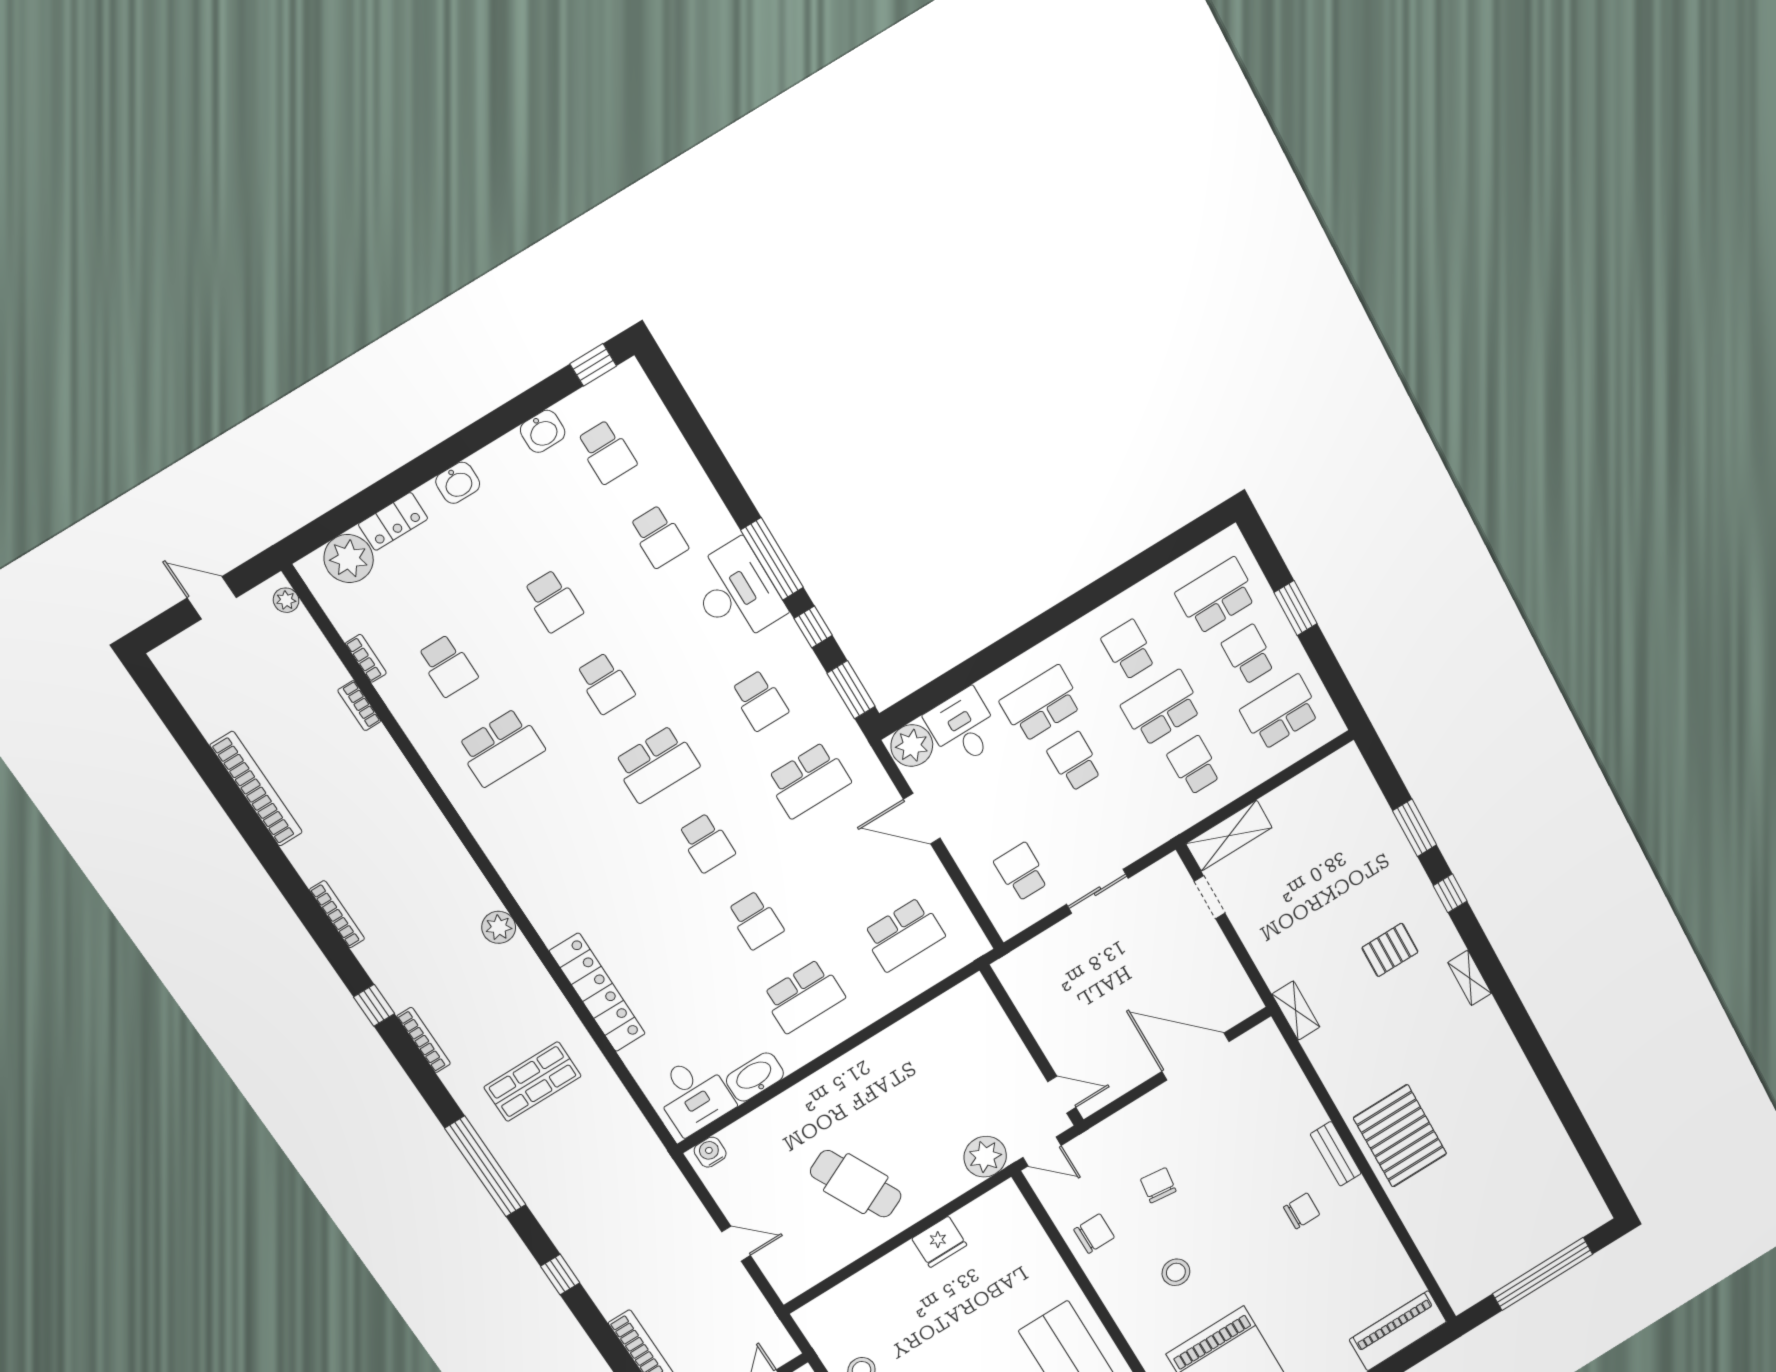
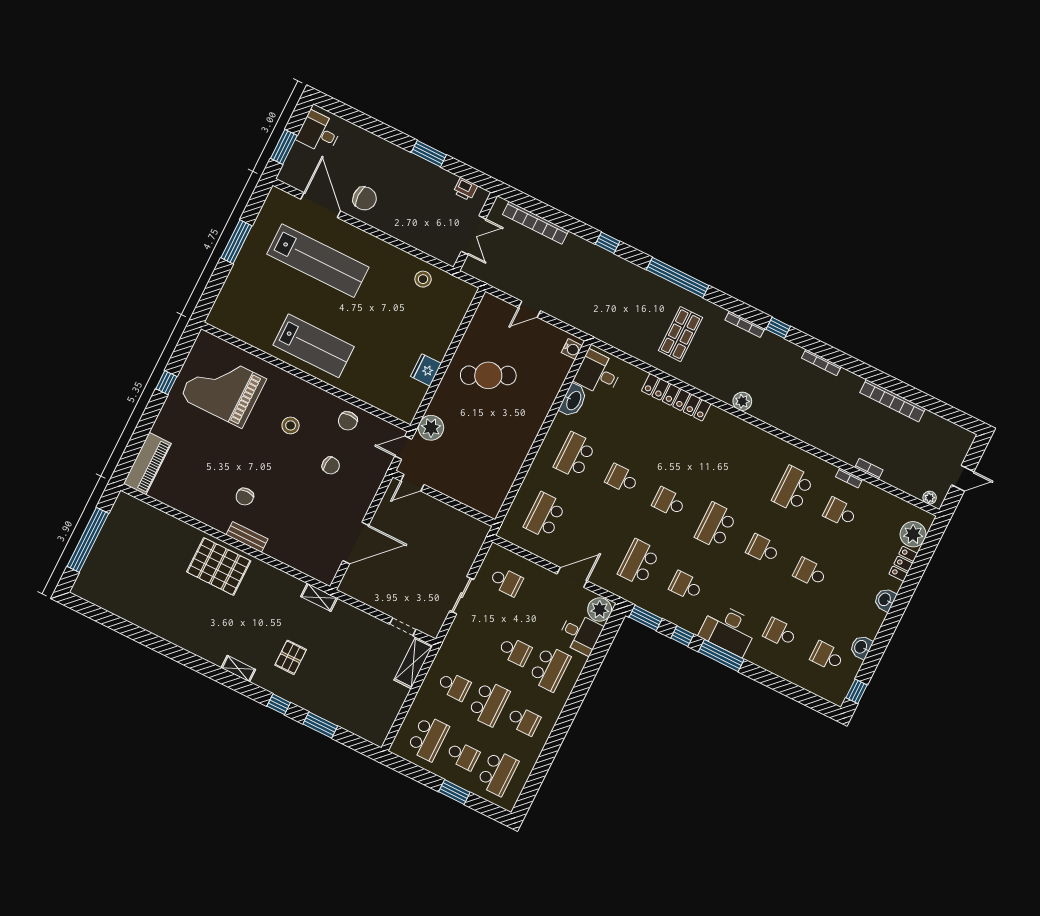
bookcase: (366, 658) -> (849, 478), moved

